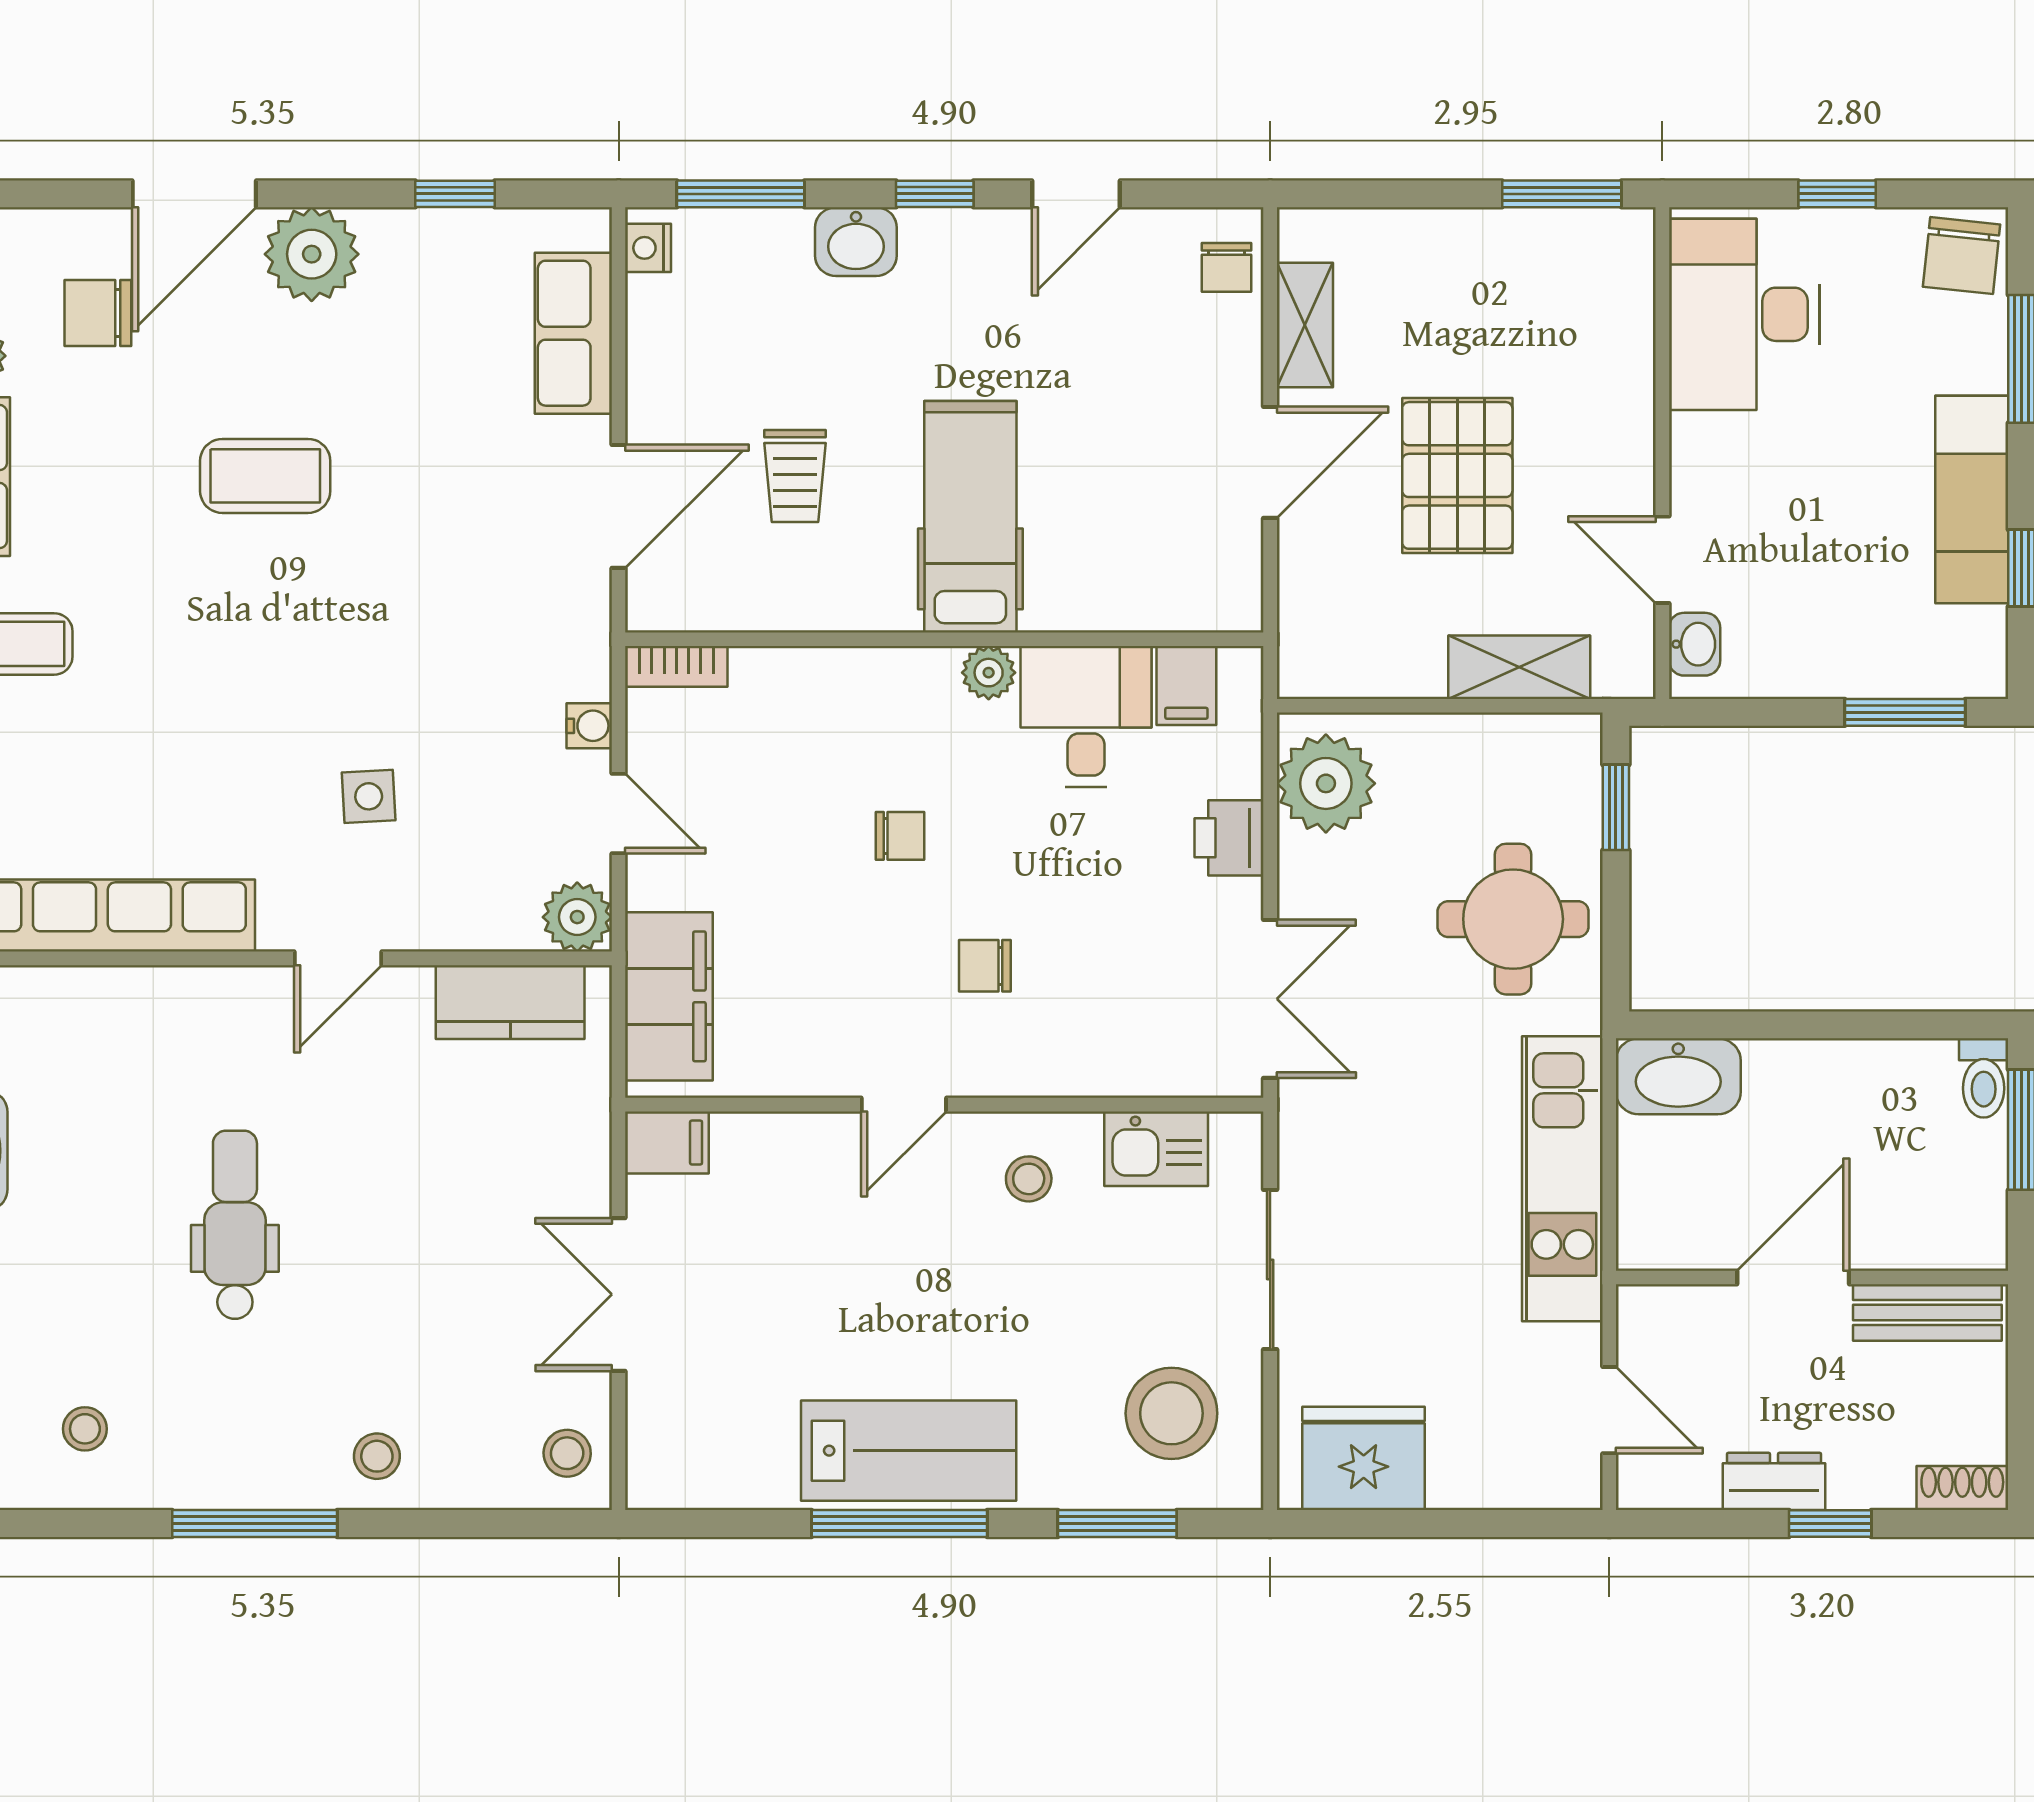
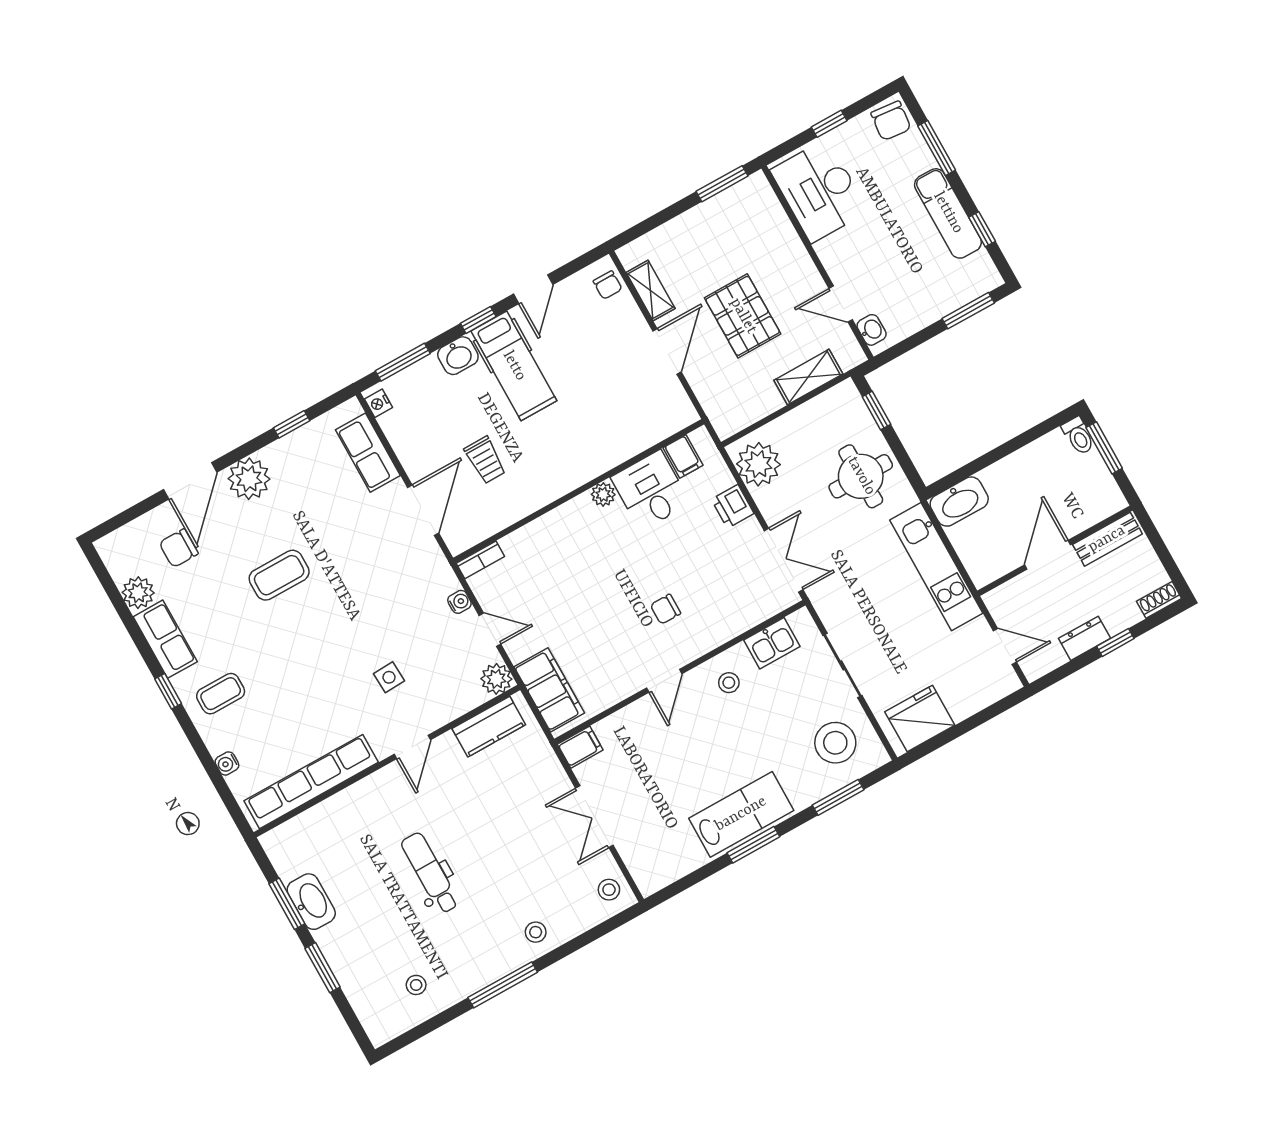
hospital bed: (970, 517) -> (514, 366), moved, turned 180
chair: (900, 836) -> (604, 577), removed
window: (899, 1523) -> (753, 845), width x0.69

